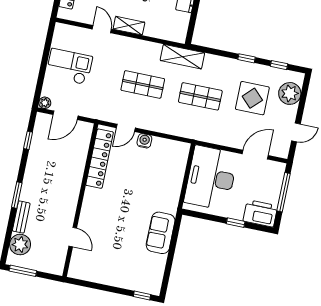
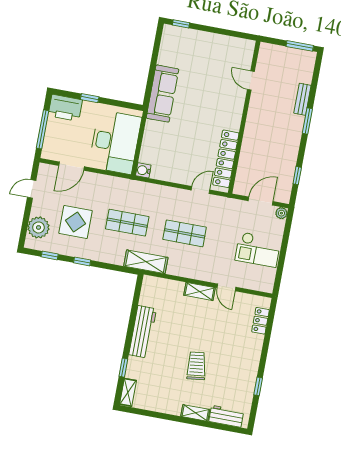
water cooler: (144, 141) -> (143, 170), moved, turned 90
sofa: (161, 233) -> (162, 94), width x1.36
plant: (20, 244) -> (303, 72), removed

